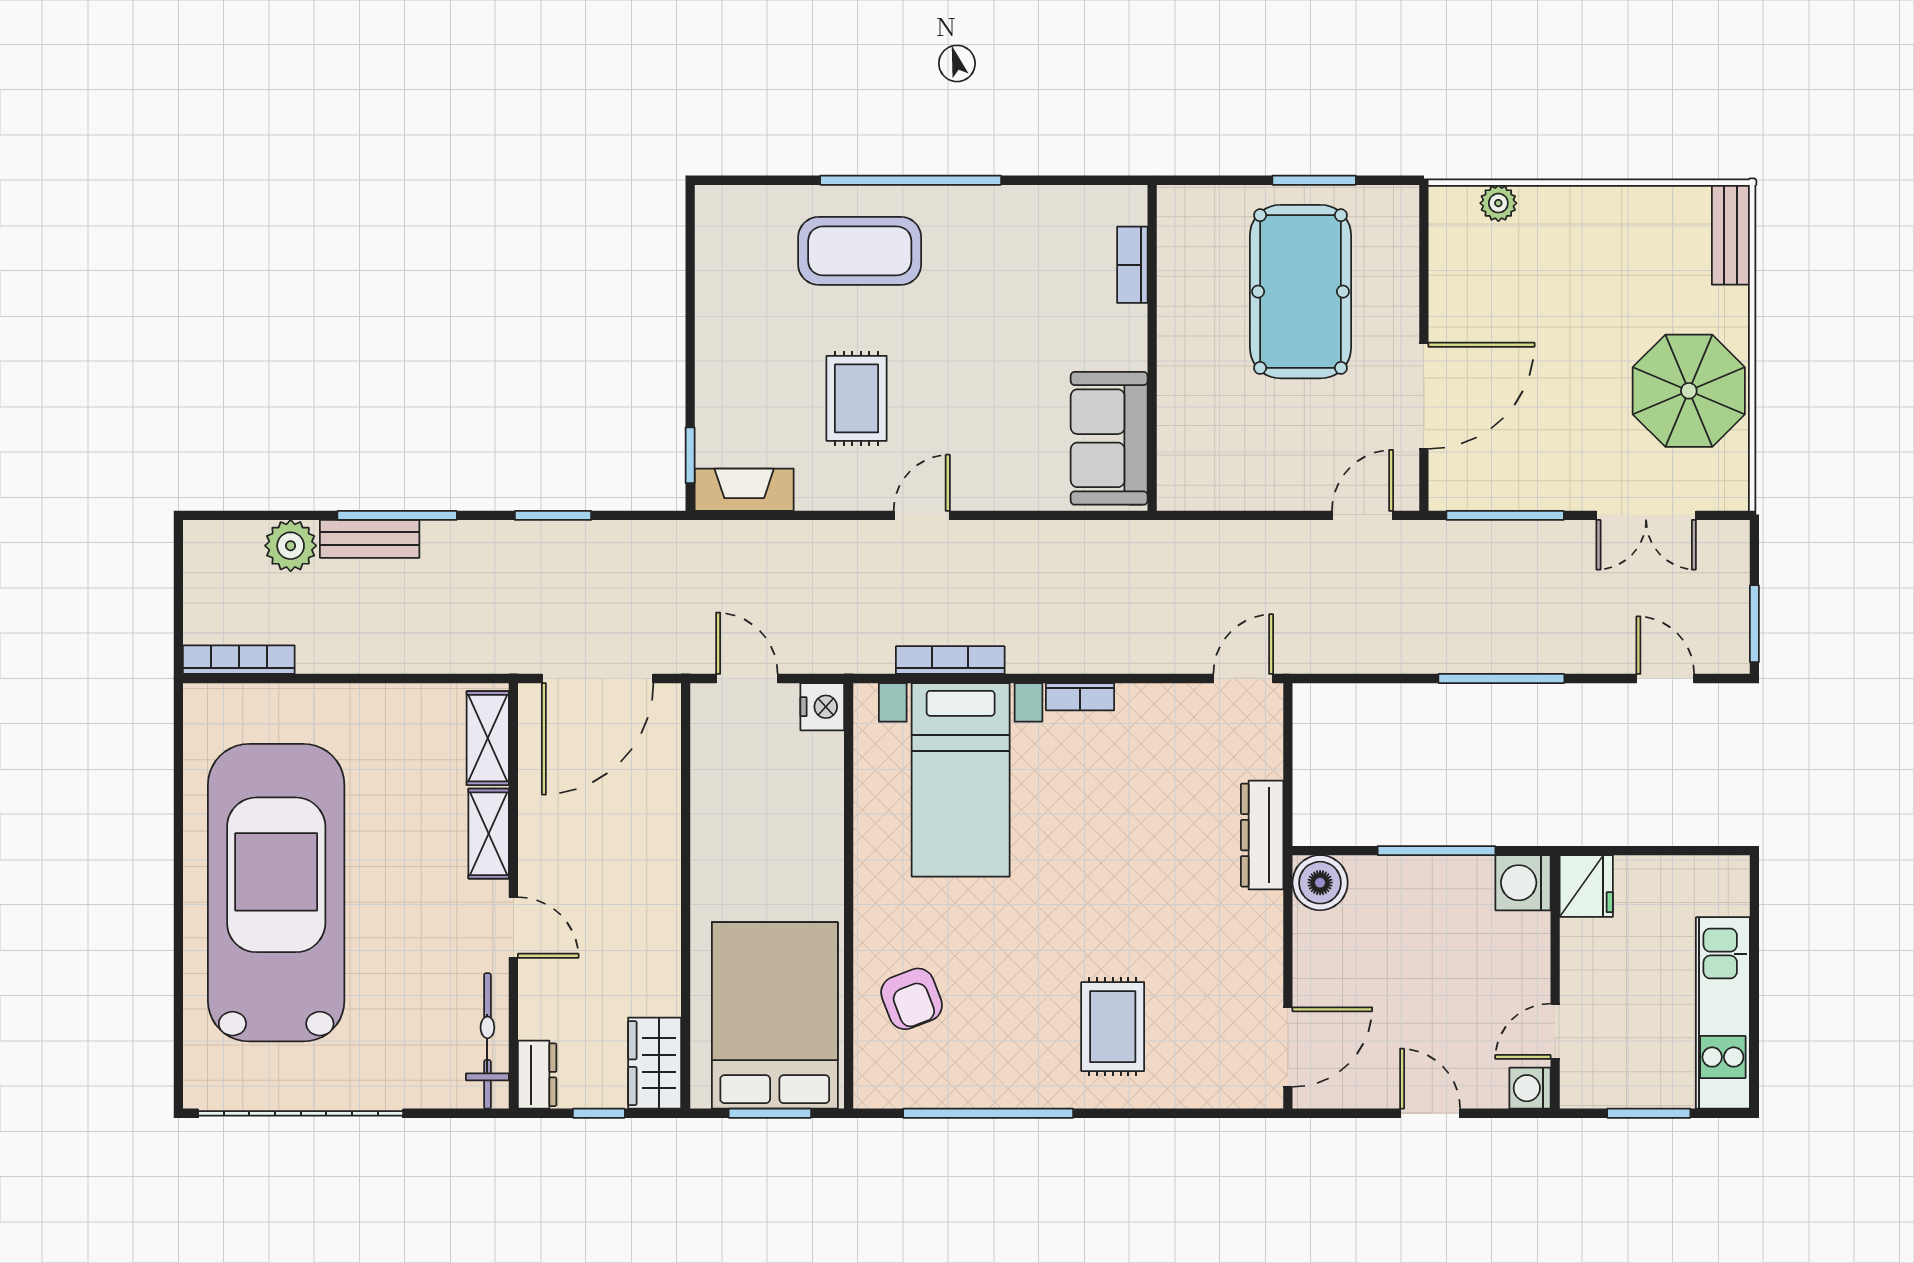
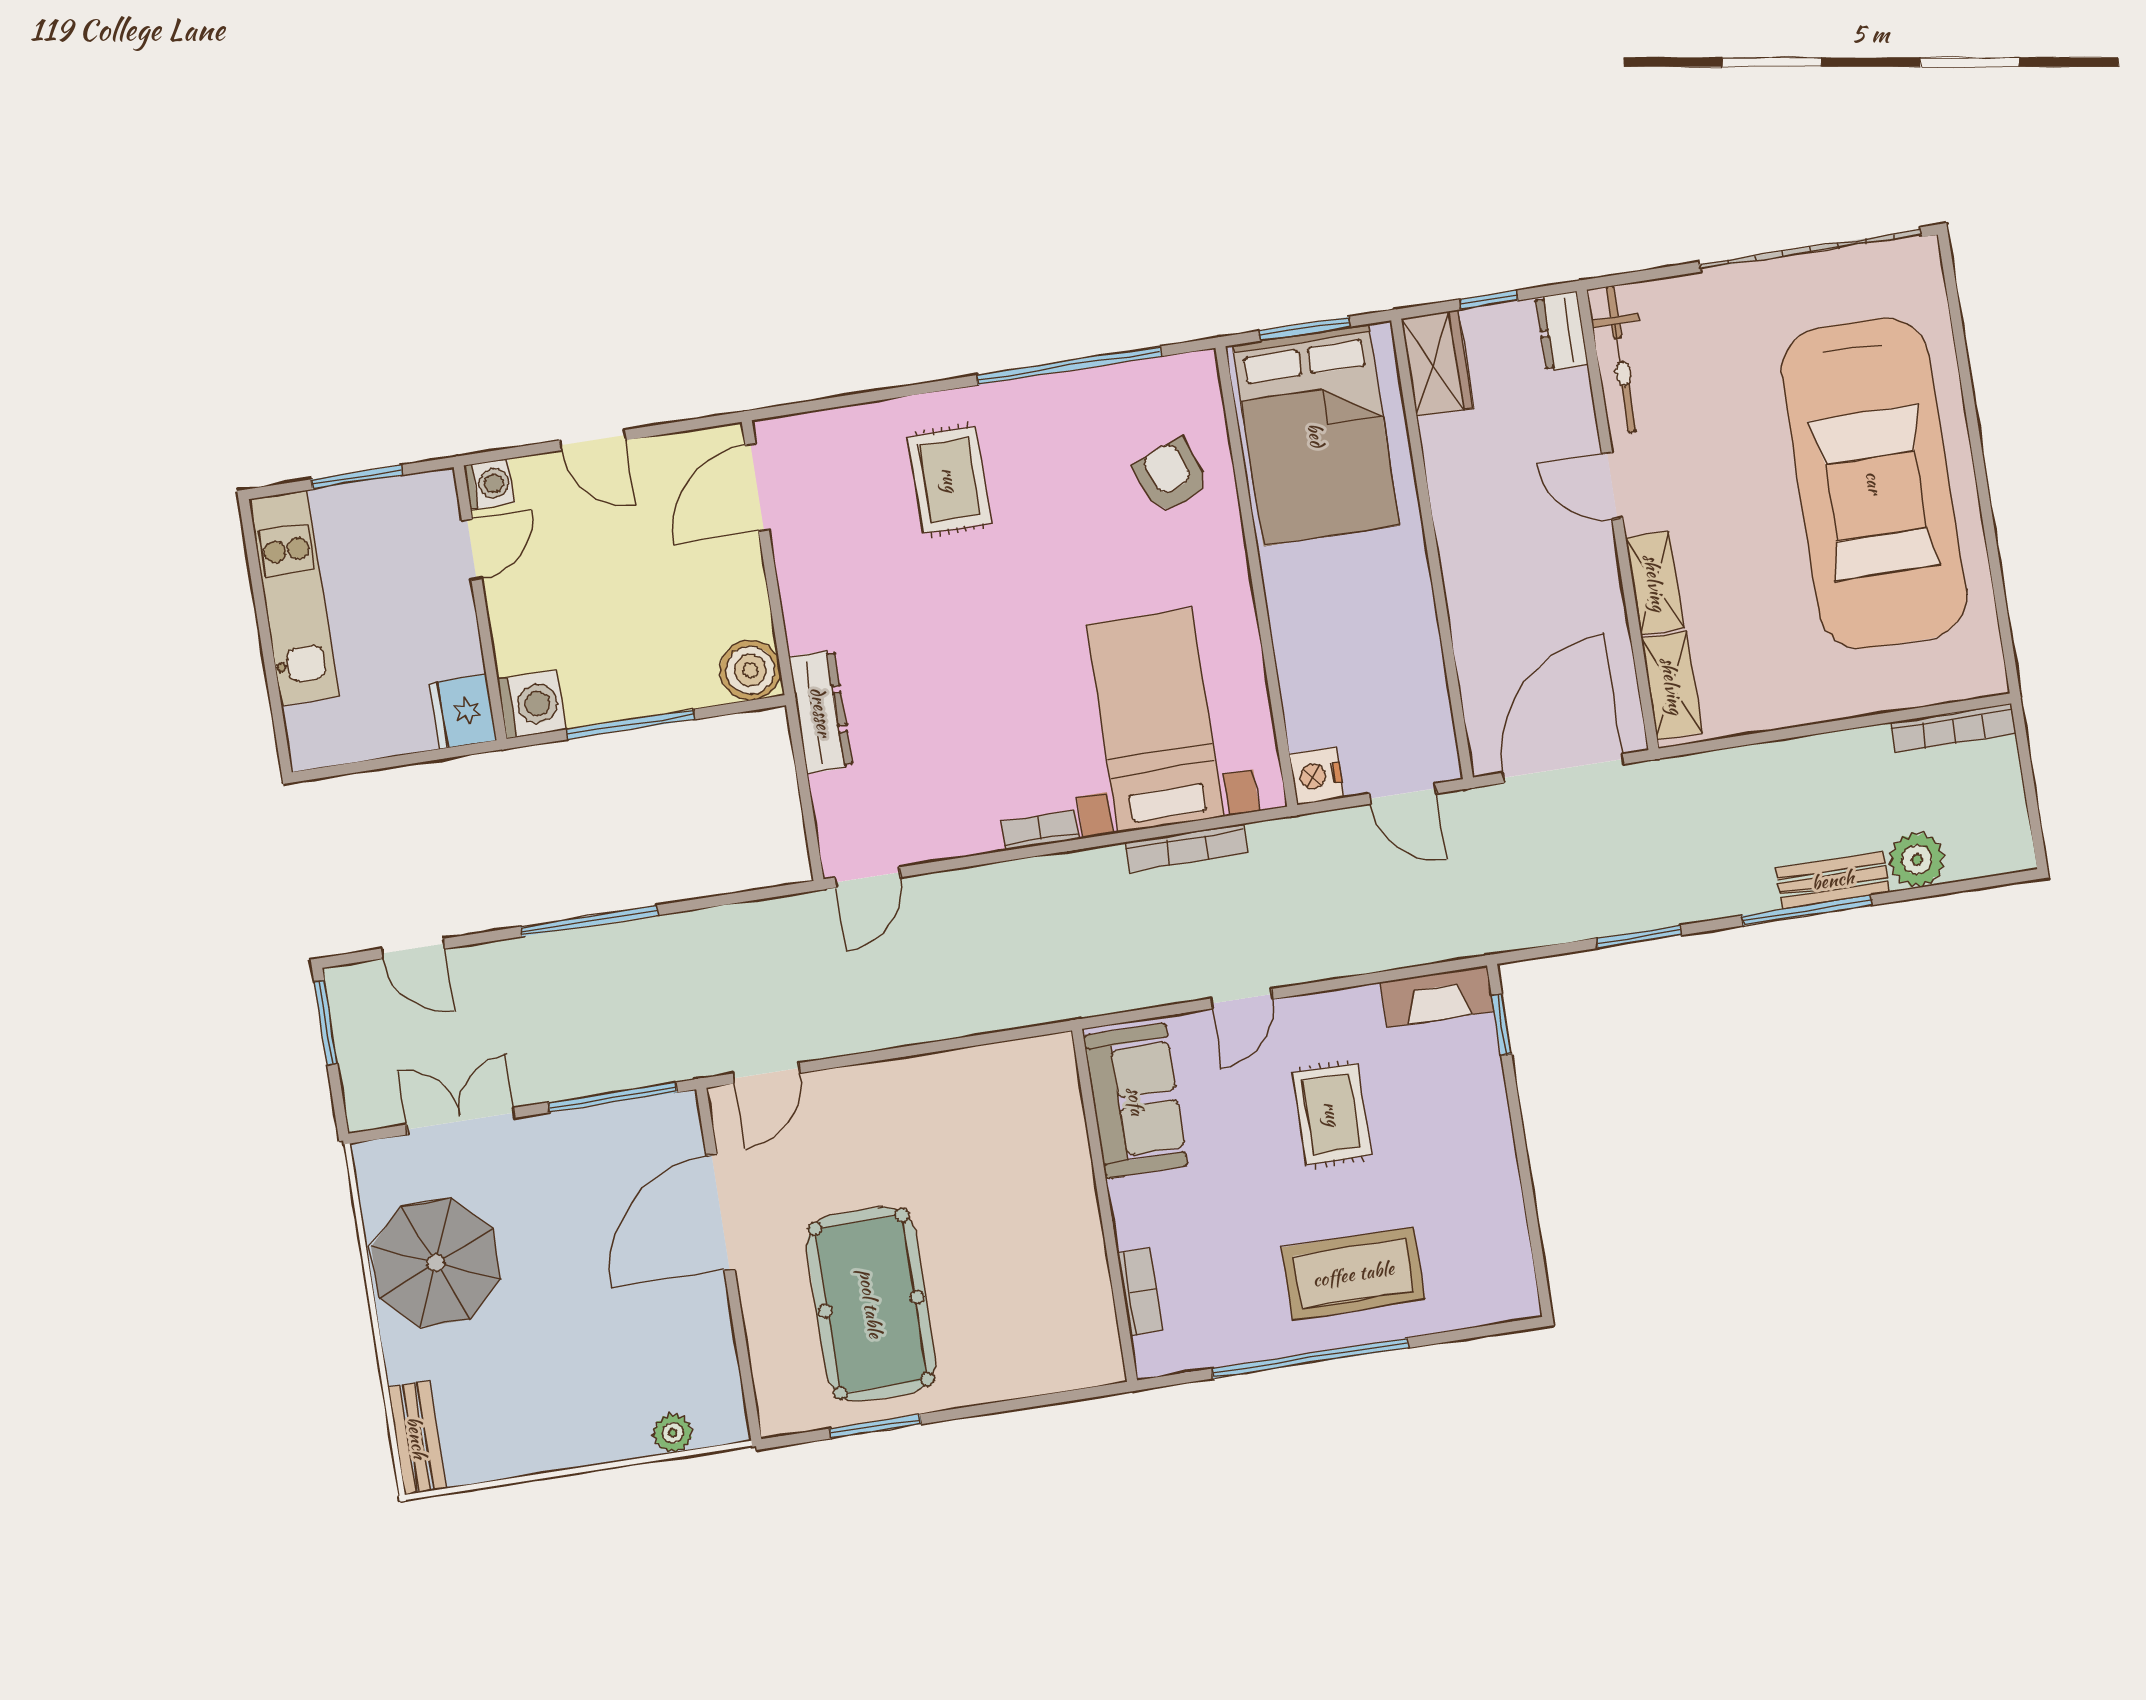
bookcase: (1132, 265) -> (1140, 1292), moved
wall: (1152, 348) -> (1105, 1205), moved
sofa: (1109, 438) -> (1136, 1101), moved

